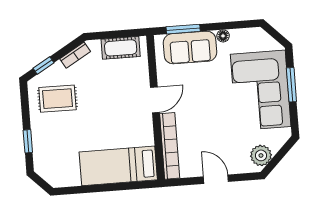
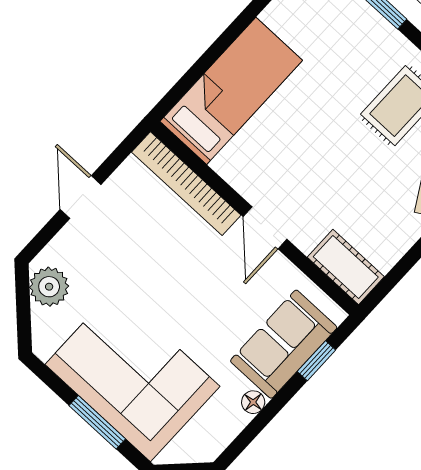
window: (183, 29) -> (316, 361), width x0.67
cot: (121, 48) -> (346, 267), moved, turned 90
door: (216, 179) -> (81, 197), swing flipped

